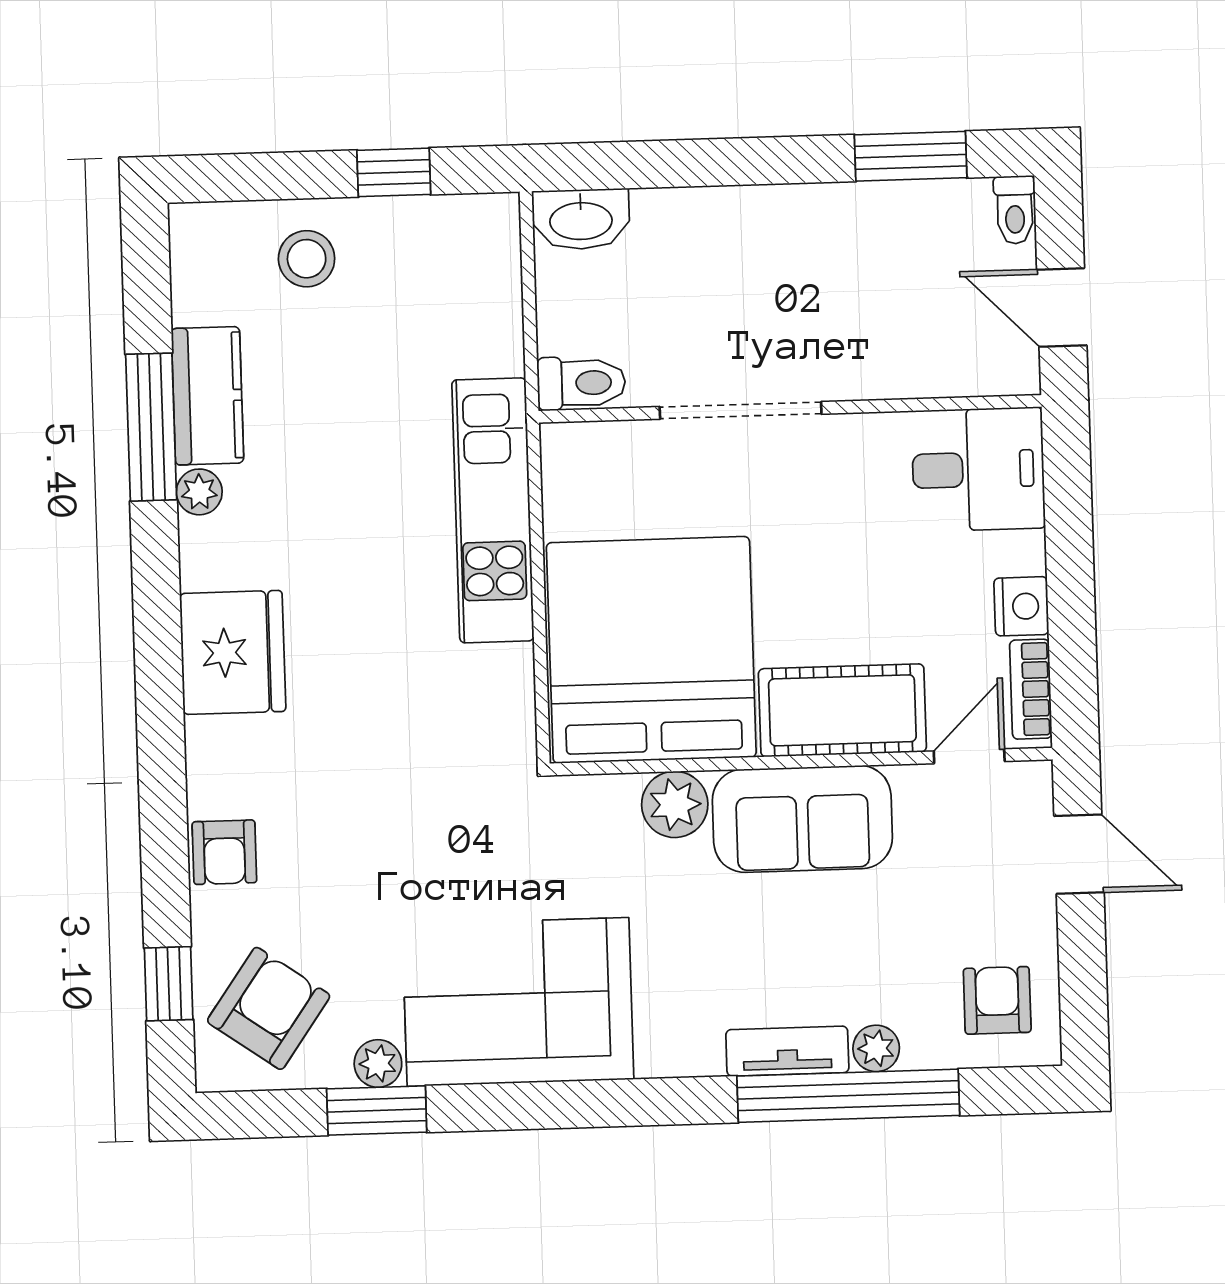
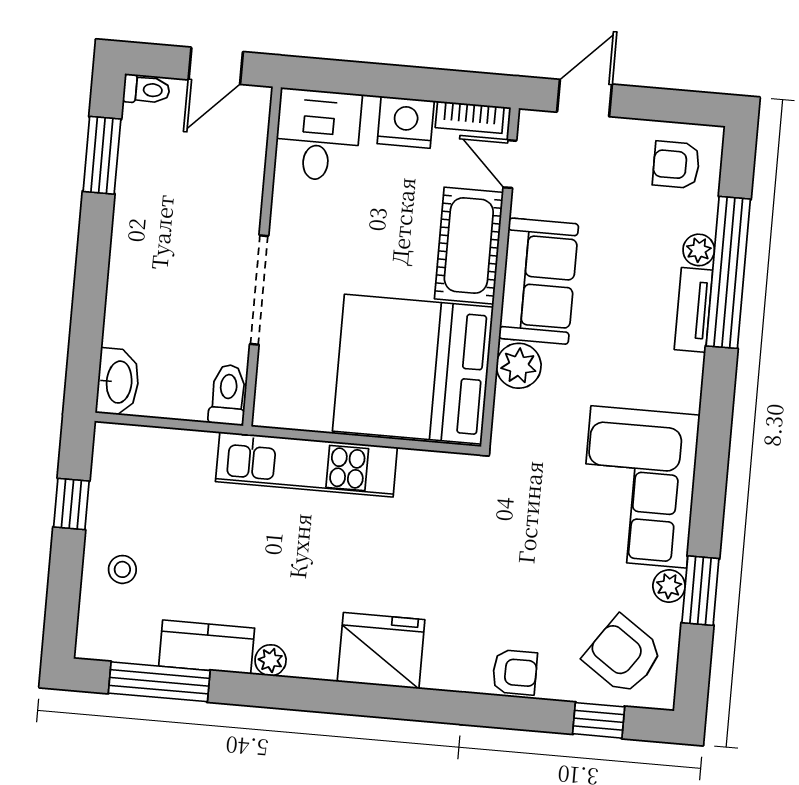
stool: (307, 259) -> (122, 569), width x0.73, depth x0.73
window: (151, 427) -> (159, 682), moved
nightstand: (1021, 606) -> (406, 122), width x1.36, depth x1.33

